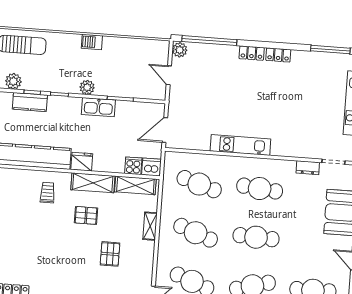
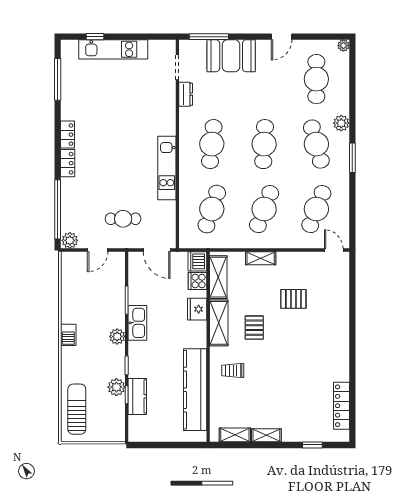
plant: (13, 81) -> (116, 387), moved
cafe table: (196, 101) -> (123, 219), added
fridge: (82, 162) -> (197, 309), moved

